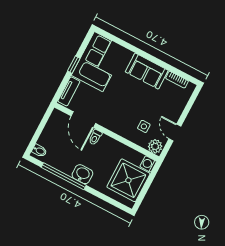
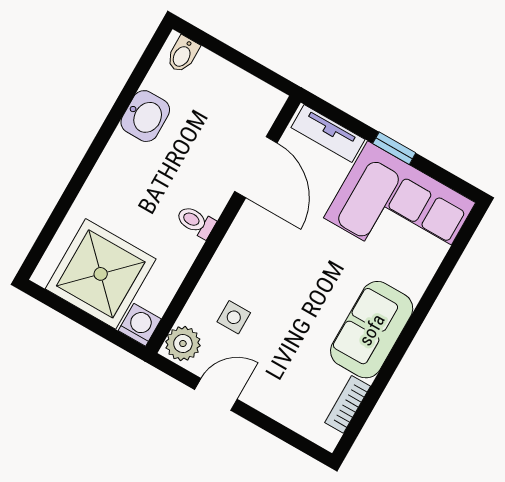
door: (83, 120) -> (256, 167), swing flipped
toilet: (95, 137) -> (196, 222), moved
washbasin: (82, 174) -> (145, 116), moved
window: (64, 176) -> (117, 113), removed

